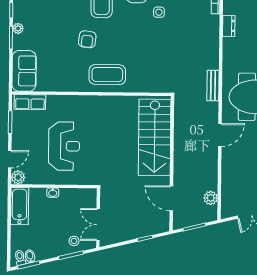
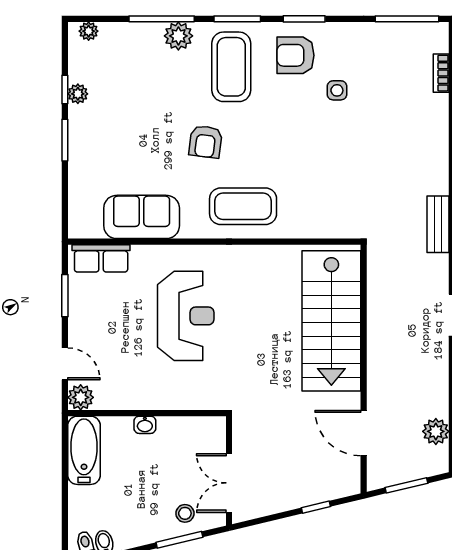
plant: (18, 28) -> (78, 94), moved
sofa: (24, 71) -> (142, 217), moved, turned -90
reception desk: (64, 146) -> (186, 316), moved
door: (10, 159) -> (65, 364), hinge flipped

